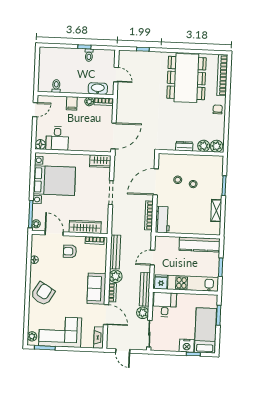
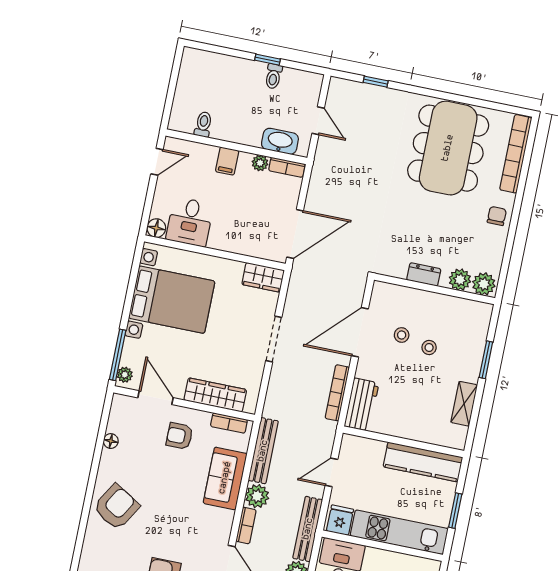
sofa: (97, 289) -> (225, 478), moved

